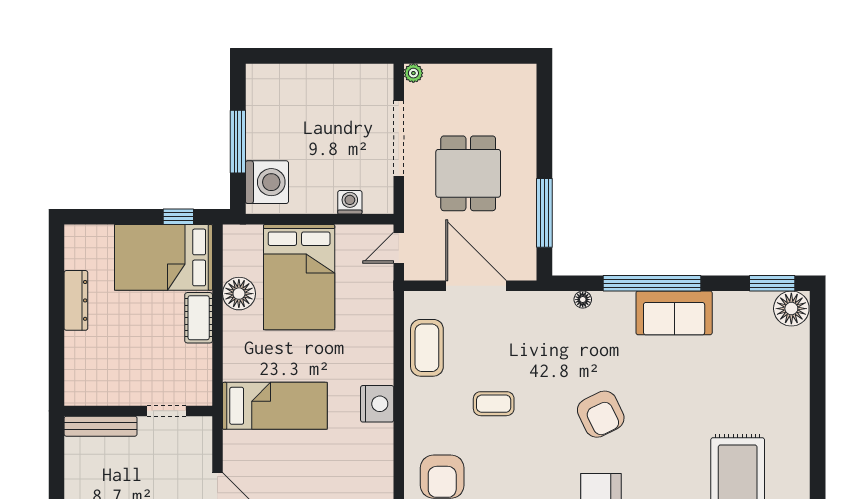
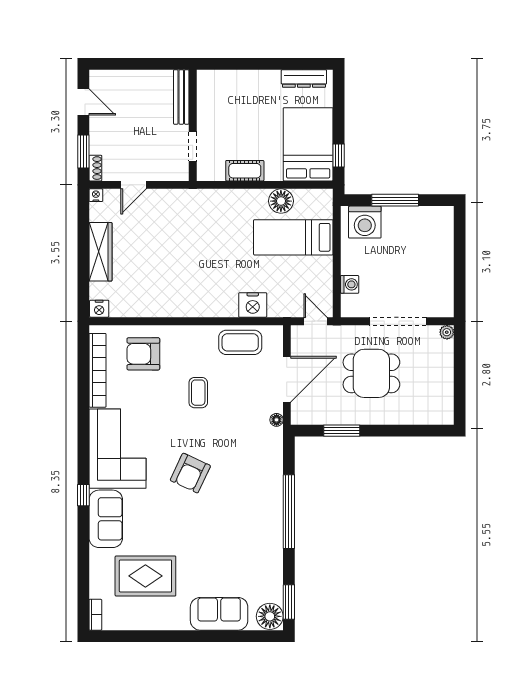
window: (544, 213) -> (342, 431), width x0.69
bed: (299, 277) -> (293, 237), width x0.67
dresser: (76, 300) -> (304, 78), moved
floor lamp: (583, 300) -> (277, 420), moved
sofa: (674, 313) -> (219, 614), moved, turned 90
cot: (199, 318) -> (245, 171), moved
nightstand: (377, 404) -> (253, 305), moved
bed: (275, 406) -> (197, 228), removed
armchair: (601, 414) -> (190, 473), turned -39

